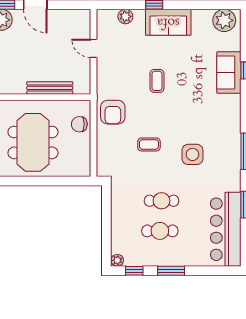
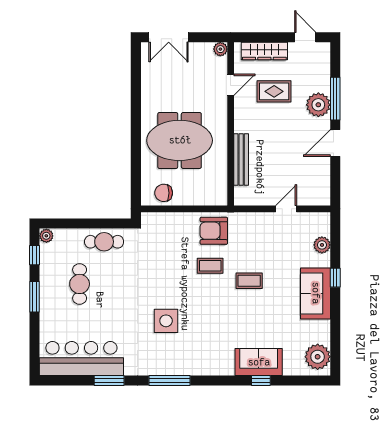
chair: (79, 124) -> (164, 193), moved, turned -90
coffee table: (149, 144) -> (210, 266), moved, turned 90
cafe table: (162, 201) -> (104, 242), moved, turned 90

